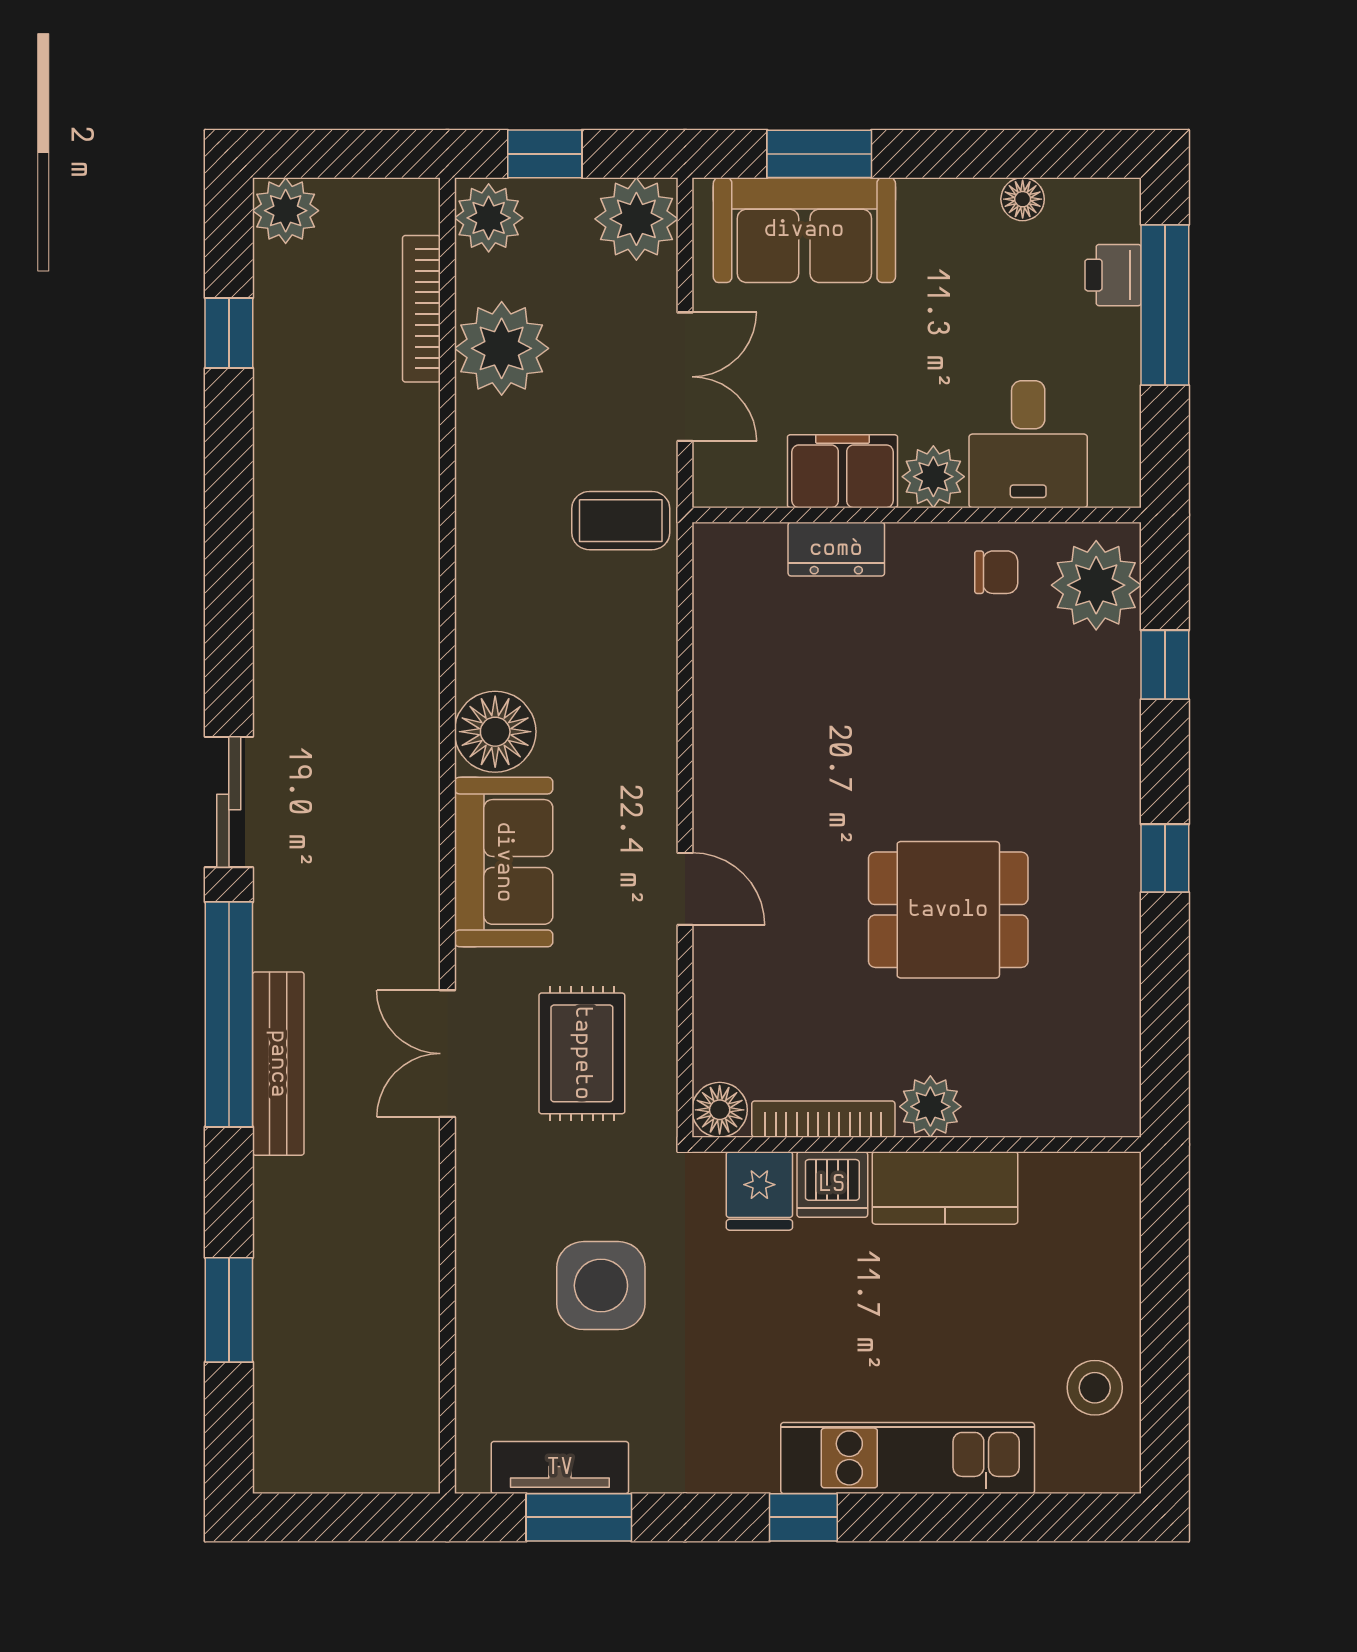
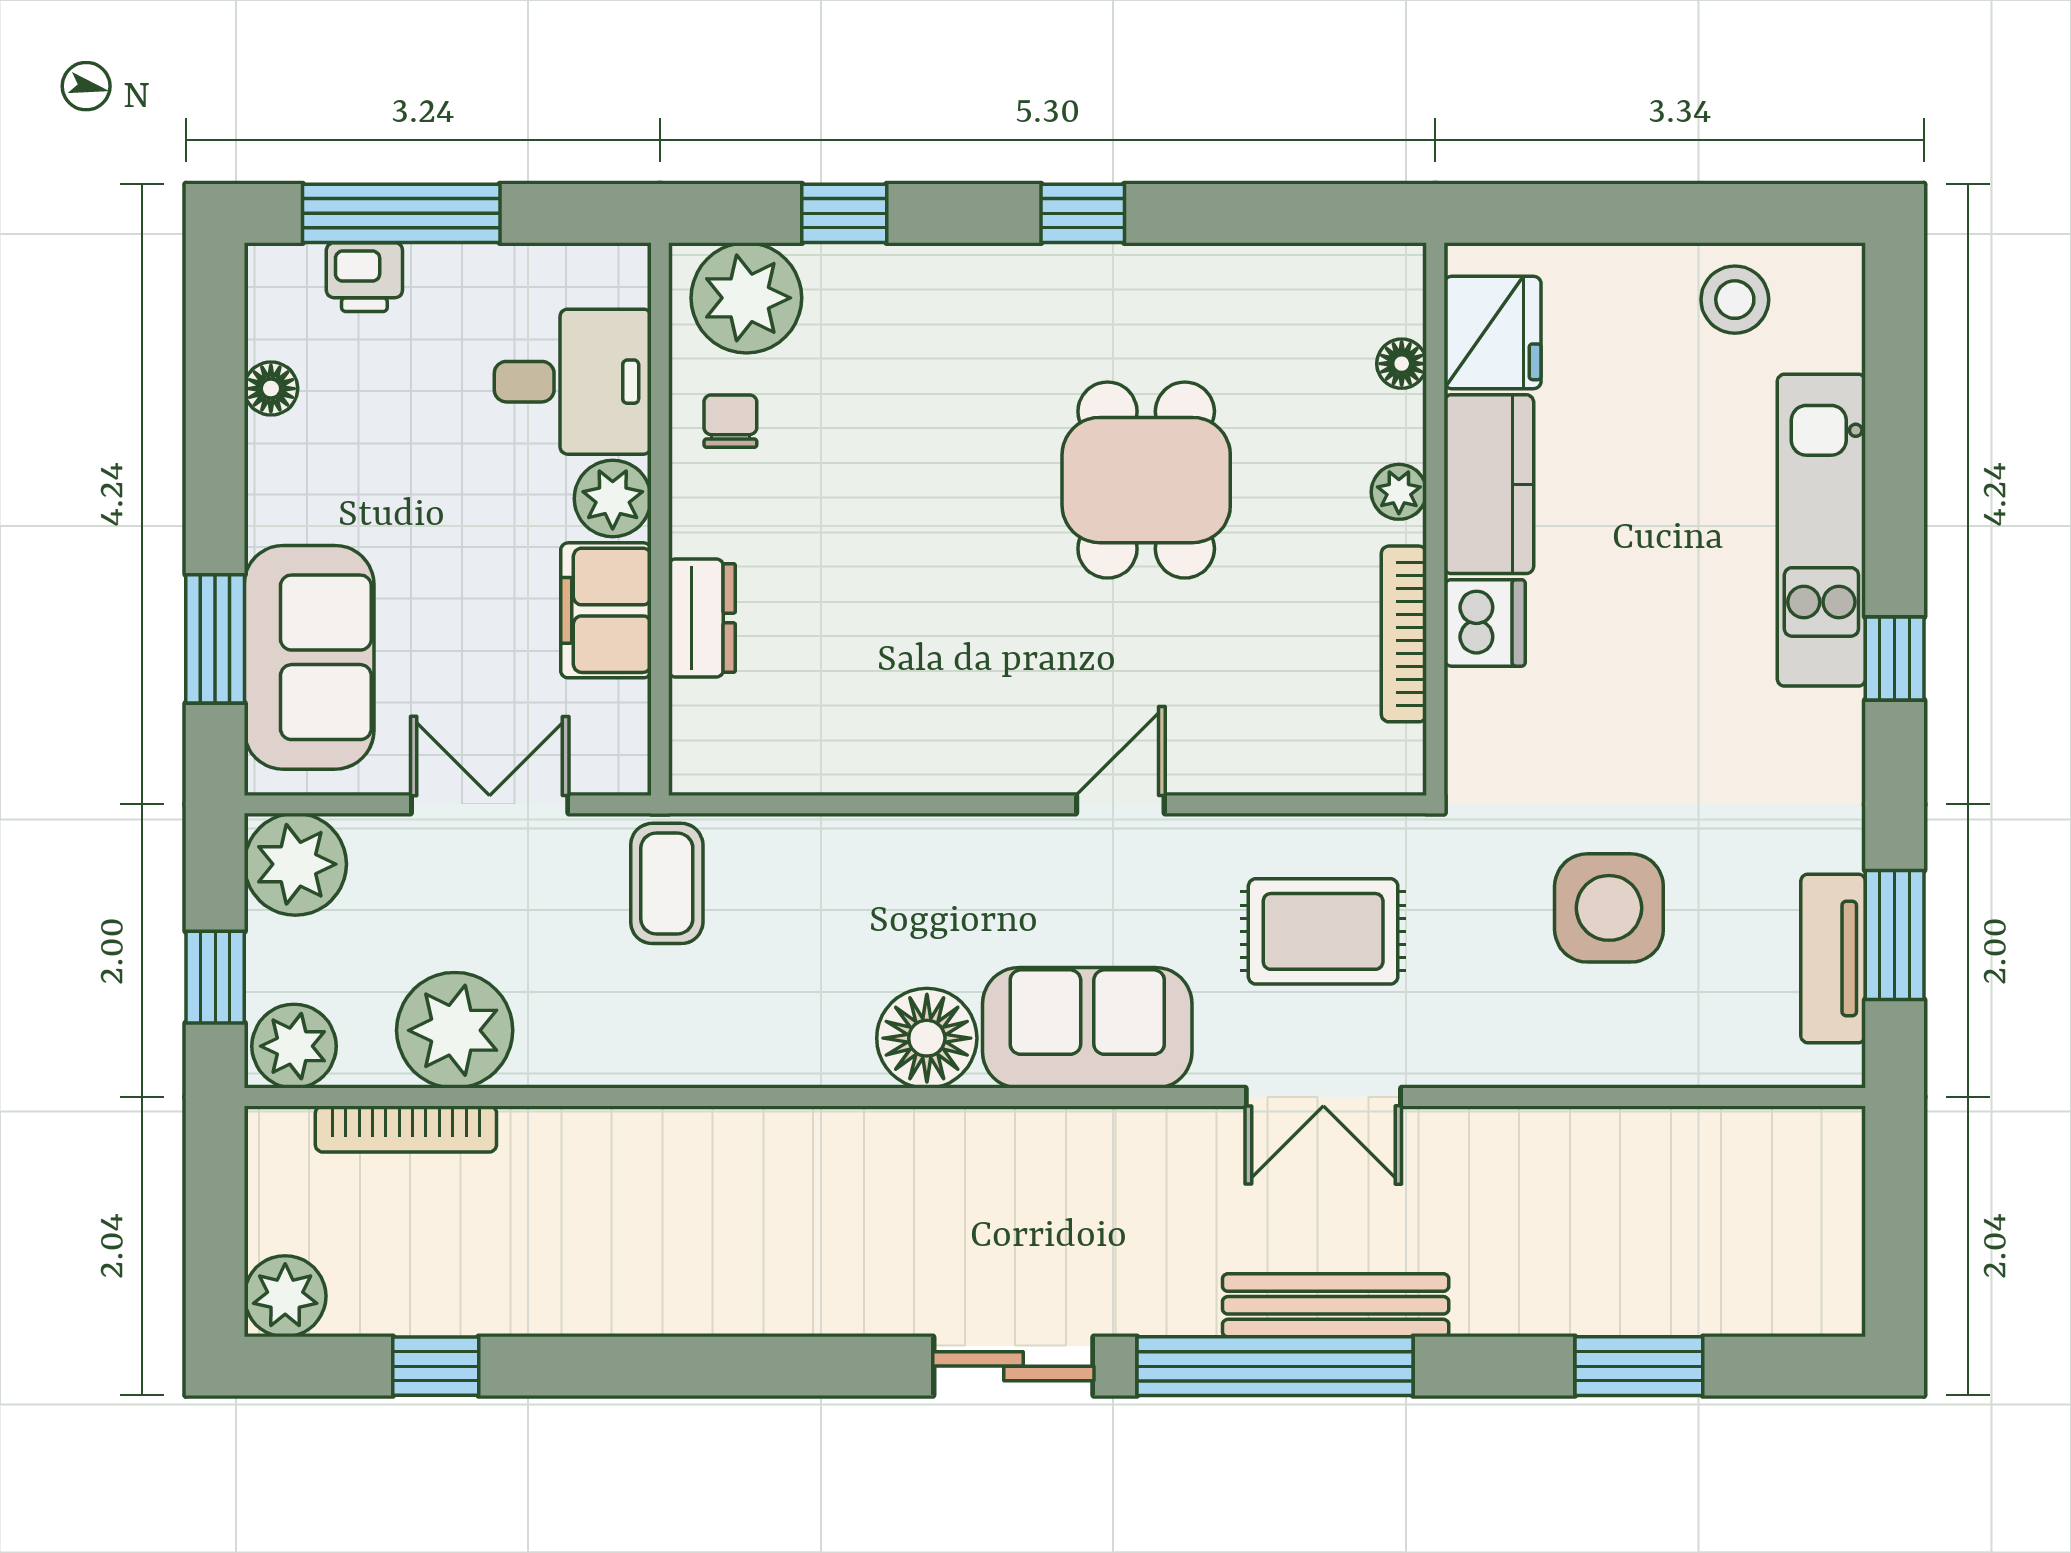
plant: (930, 1107) -> (1399, 492), width x0.73, depth x0.73
floor lamp: (720, 1110) -> (1402, 364), moved, width x0.73, depth x0.73
fridge: (759, 1191) -> (1492, 333), moved, width x1.38

